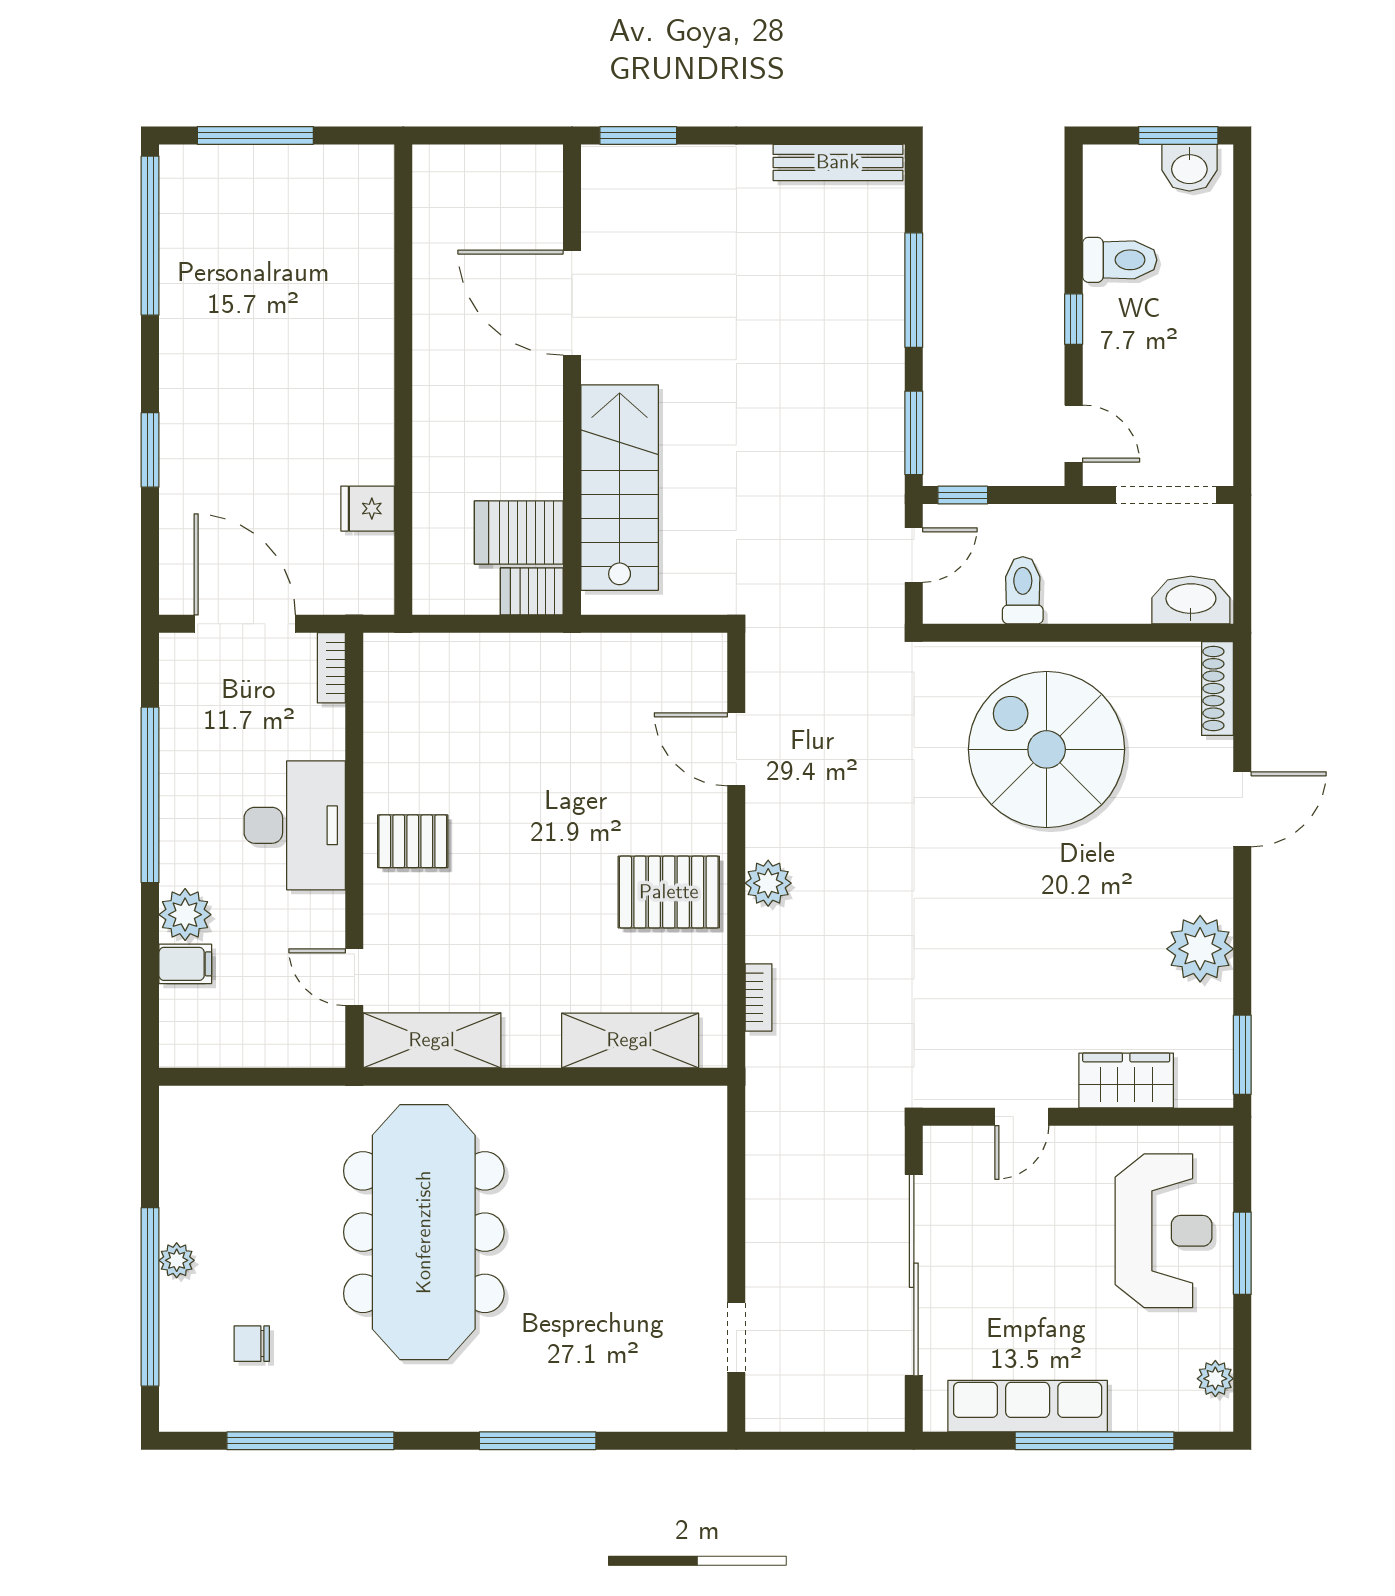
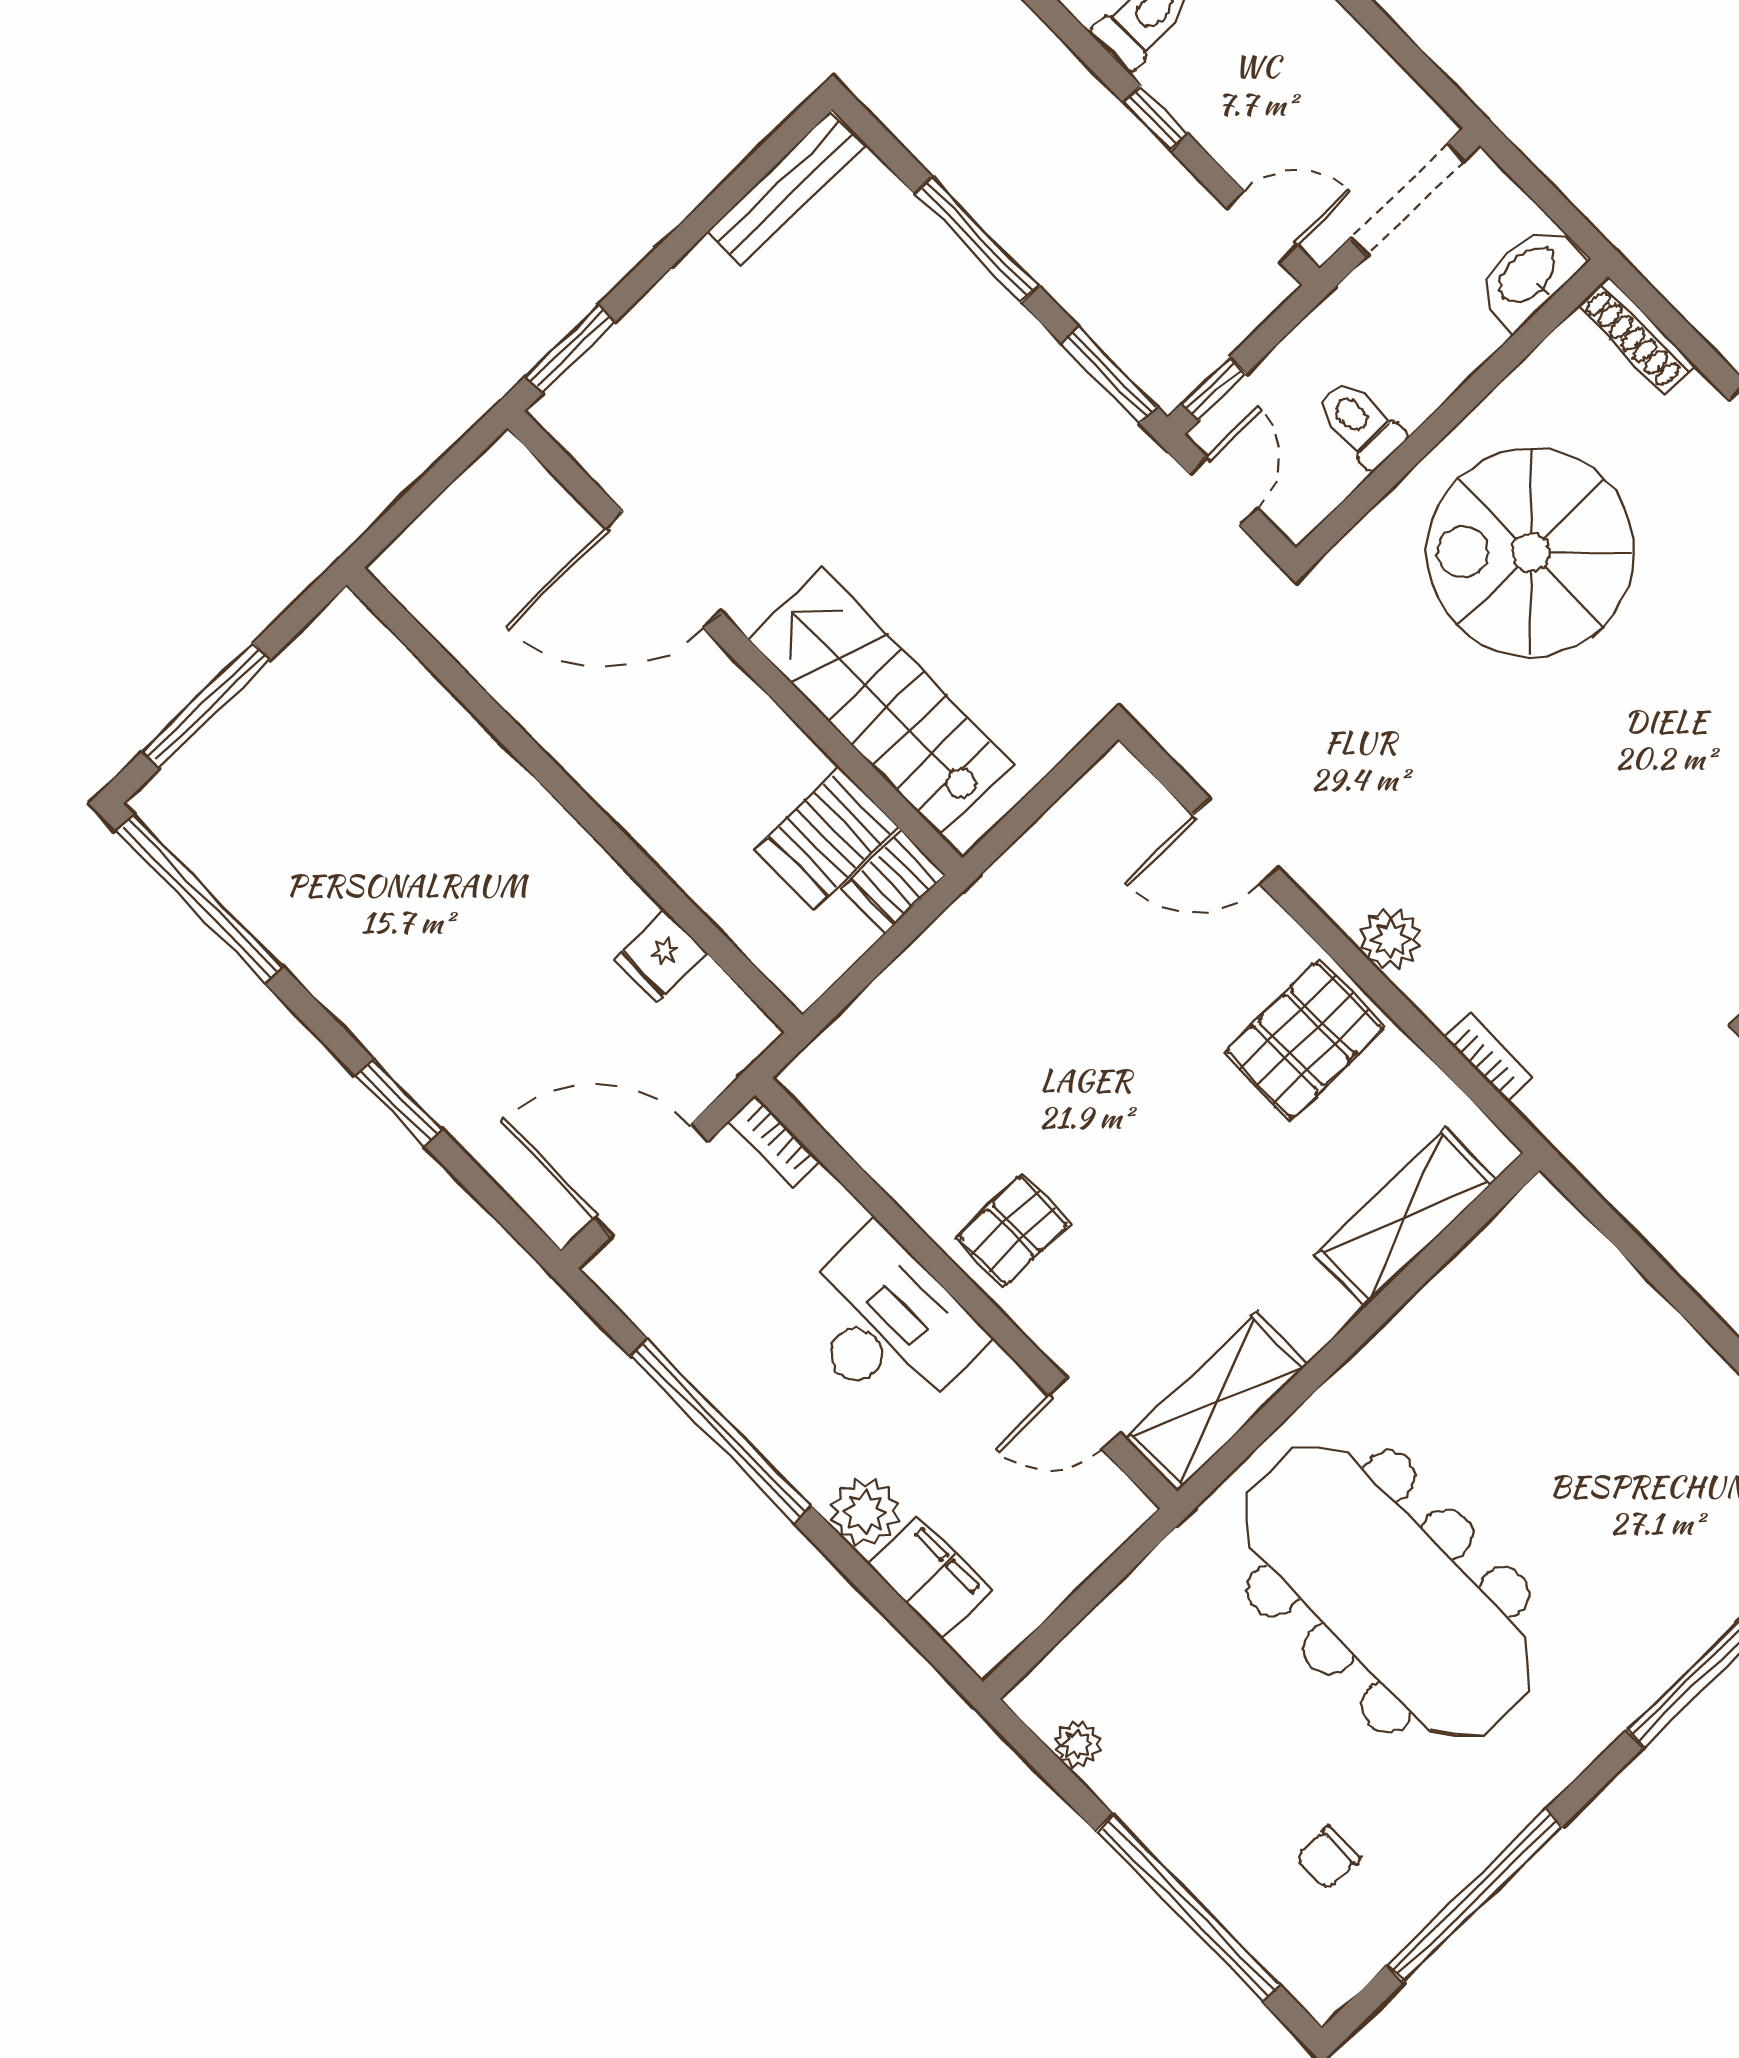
filing cabinet: (185, 964) -> (930, 1577), width x2.00
plant: (177, 1260) -> (1077, 1744), moved

